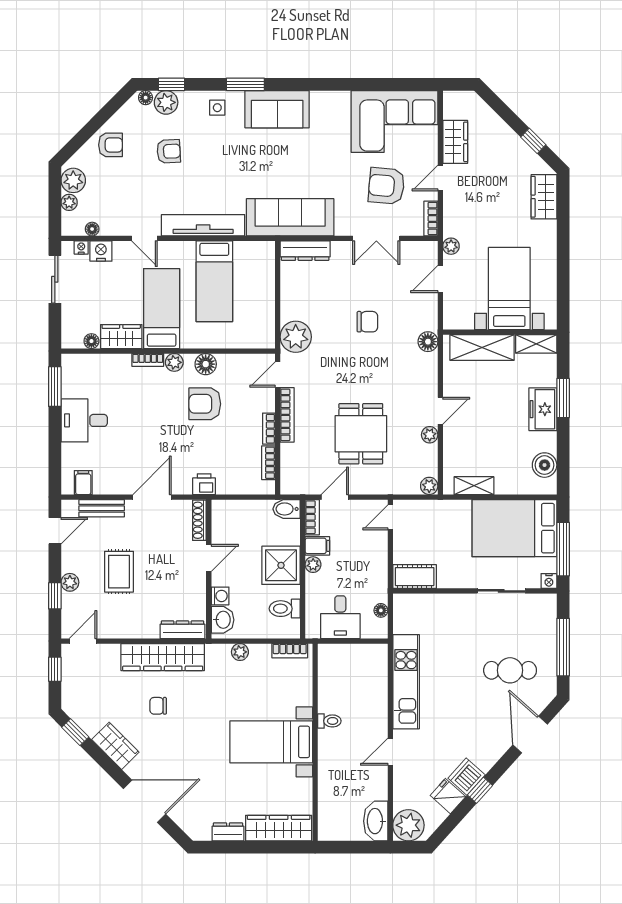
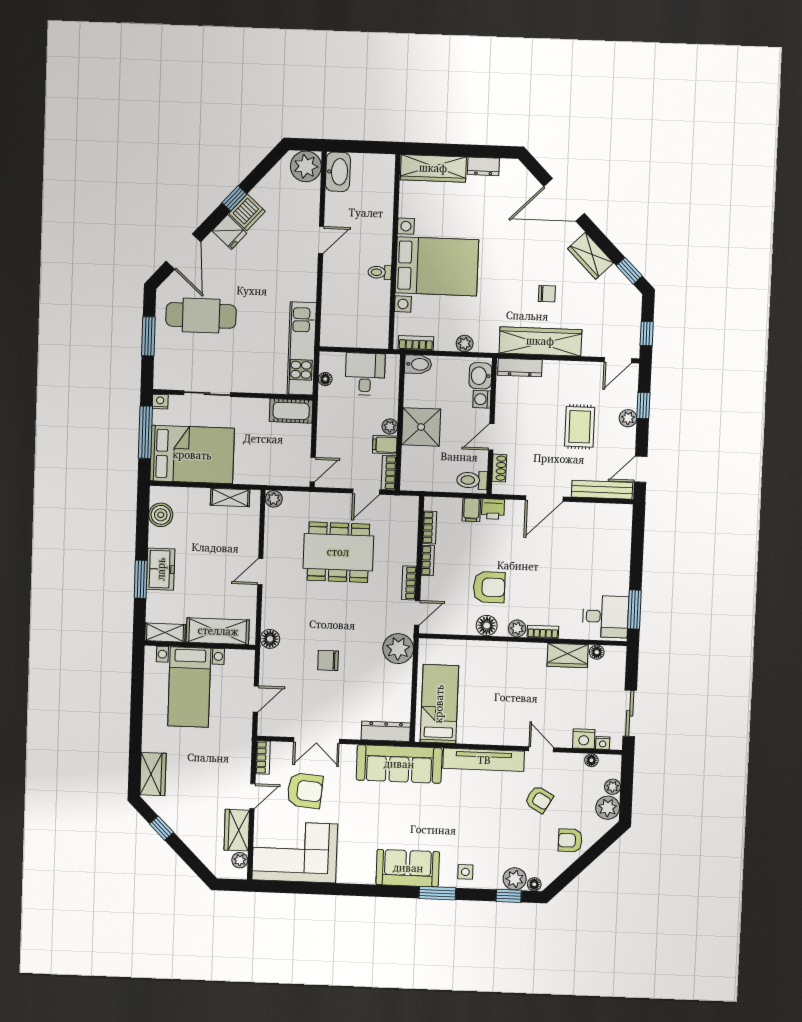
armchair: (169, 151) -> (539, 799), moved, turned -147
double door: (376, 238) -> (316, 740), swing flipped
plant: (451, 246) -> (240, 860), moved
bed: (214, 281) -> (439, 704), moved
bed: (162, 309) -> (527, 681), removed
bookcase: (287, 415) -> (409, 583), width x0.64
desk: (84, 420) -> (605, 617), moved
dining table: (361, 434) -> (338, 552), width x1.38
plant: (430, 435) -> (272, 549), removed
filing cabinet: (83, 483) -> (471, 510), moved
bench: (102, 508) -> (602, 490), width x1.36
bidet: (286, 509) -> (418, 364), moved
shoe rack: (199, 520) -> (499, 468), width x0.70
toilet: (285, 609) -> (472, 480), moved, turned 180
window: (563, 647) -> (148, 336), width x0.69
cafe table: (510, 670) -> (201, 315), width x1.37, depth x1.35
kitchen unit: (406, 682) -> (302, 349), moved
bed with nightstands: (271, 742) -> (437, 266), width x1.36
fridge: (448, 796) -> (229, 232), moved

